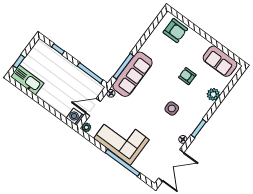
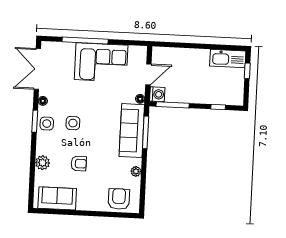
armchair: (175, 31) -> (119, 199), turned 90
washing machine: (75, 117) -> (157, 94), moved
side table: (191, 121) -> (47, 124), added
plant: (86, 127) -> (136, 171), moved

